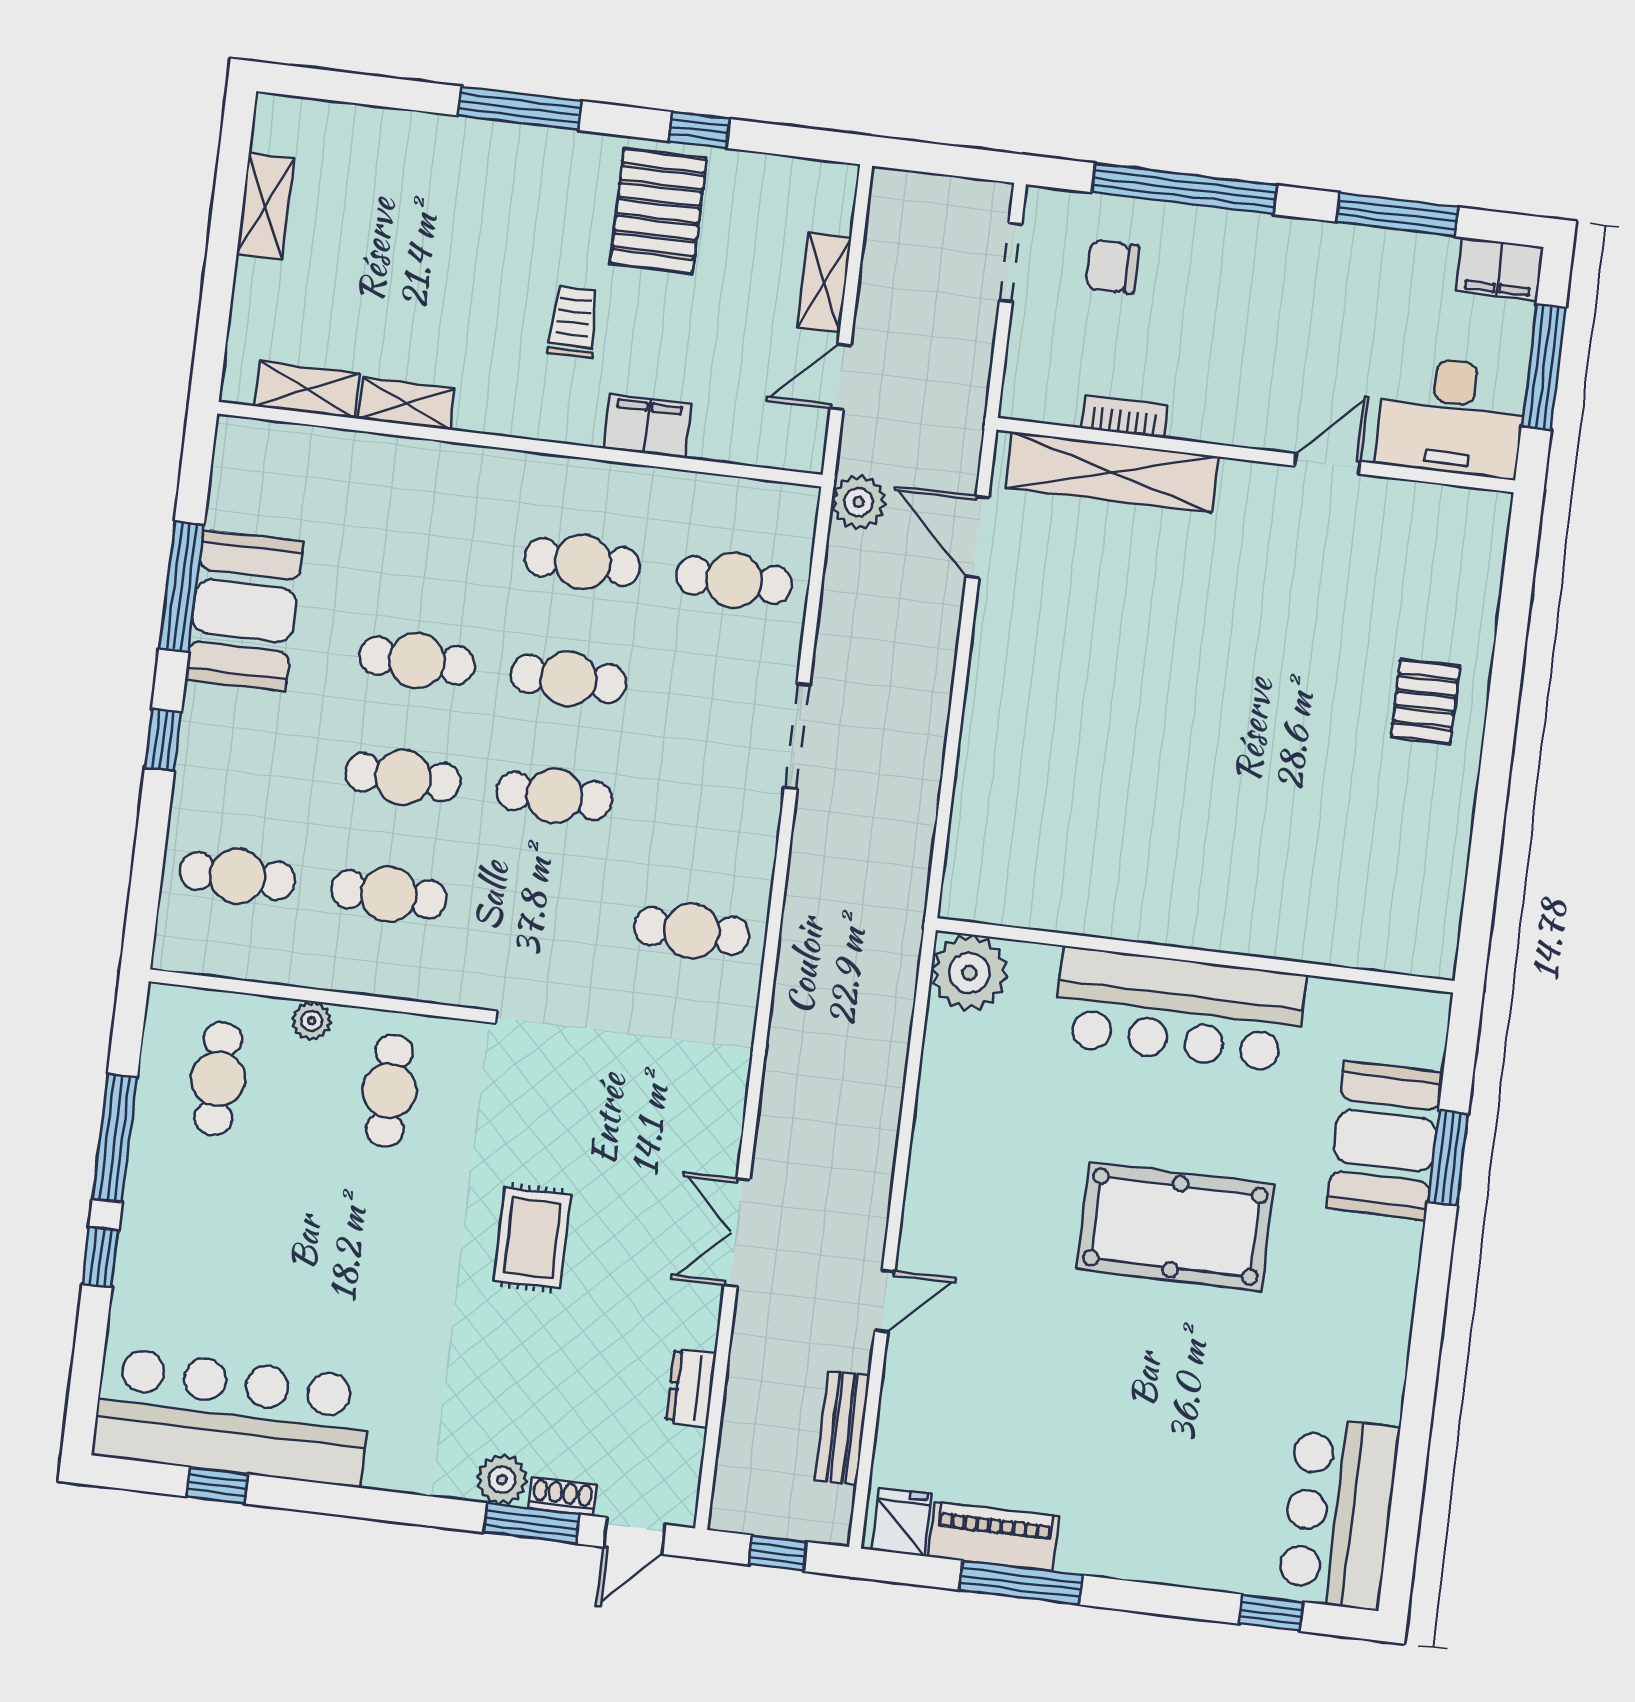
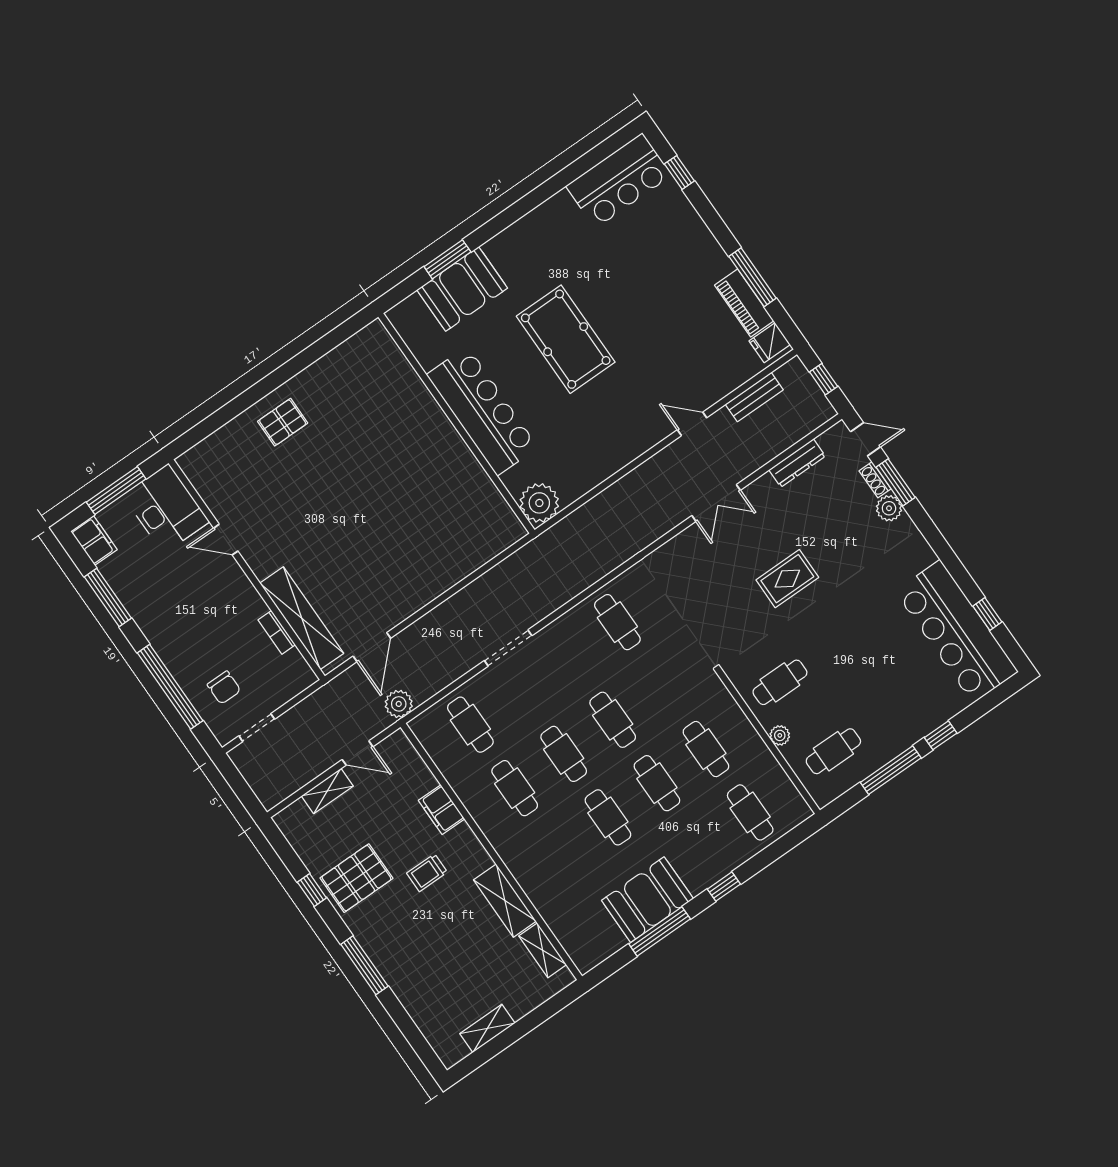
shelving: (407, 404) -> (505, 901), width x1.50, depth x1.33
dresser: (691, 1388) -> (797, 463), width x1.44

